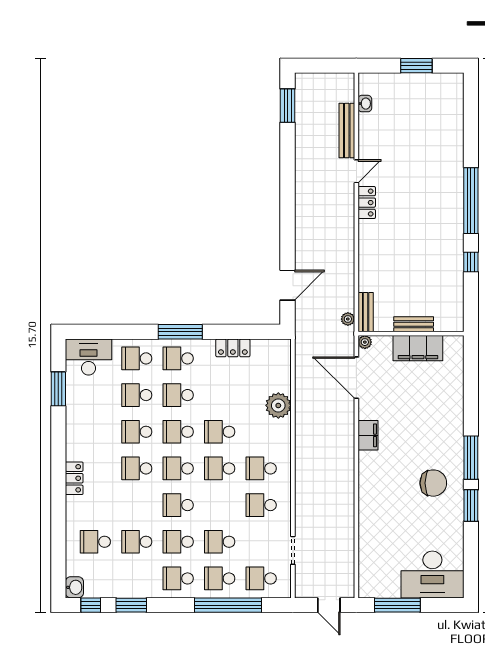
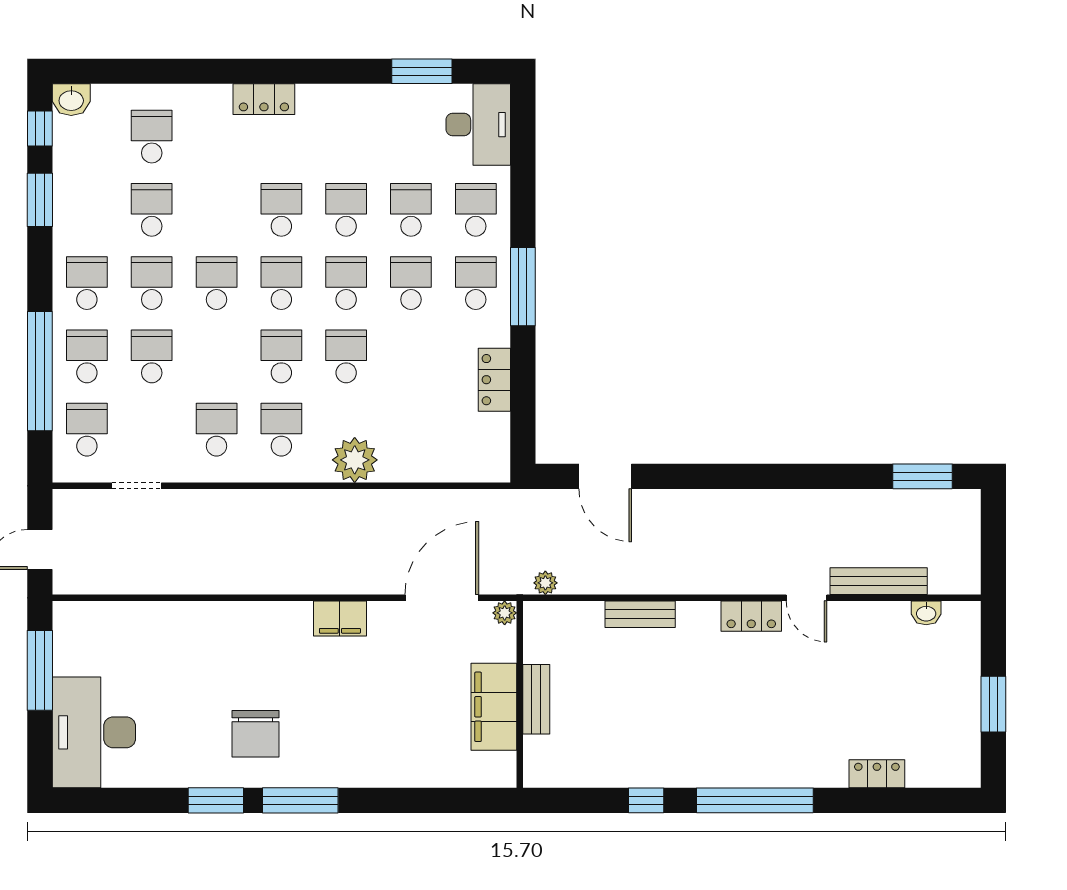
locker: (456, 131) -> (877, 774), added
bench: (366, 312) -> (640, 614), moved
plant: (278, 405) -> (355, 460), moved

